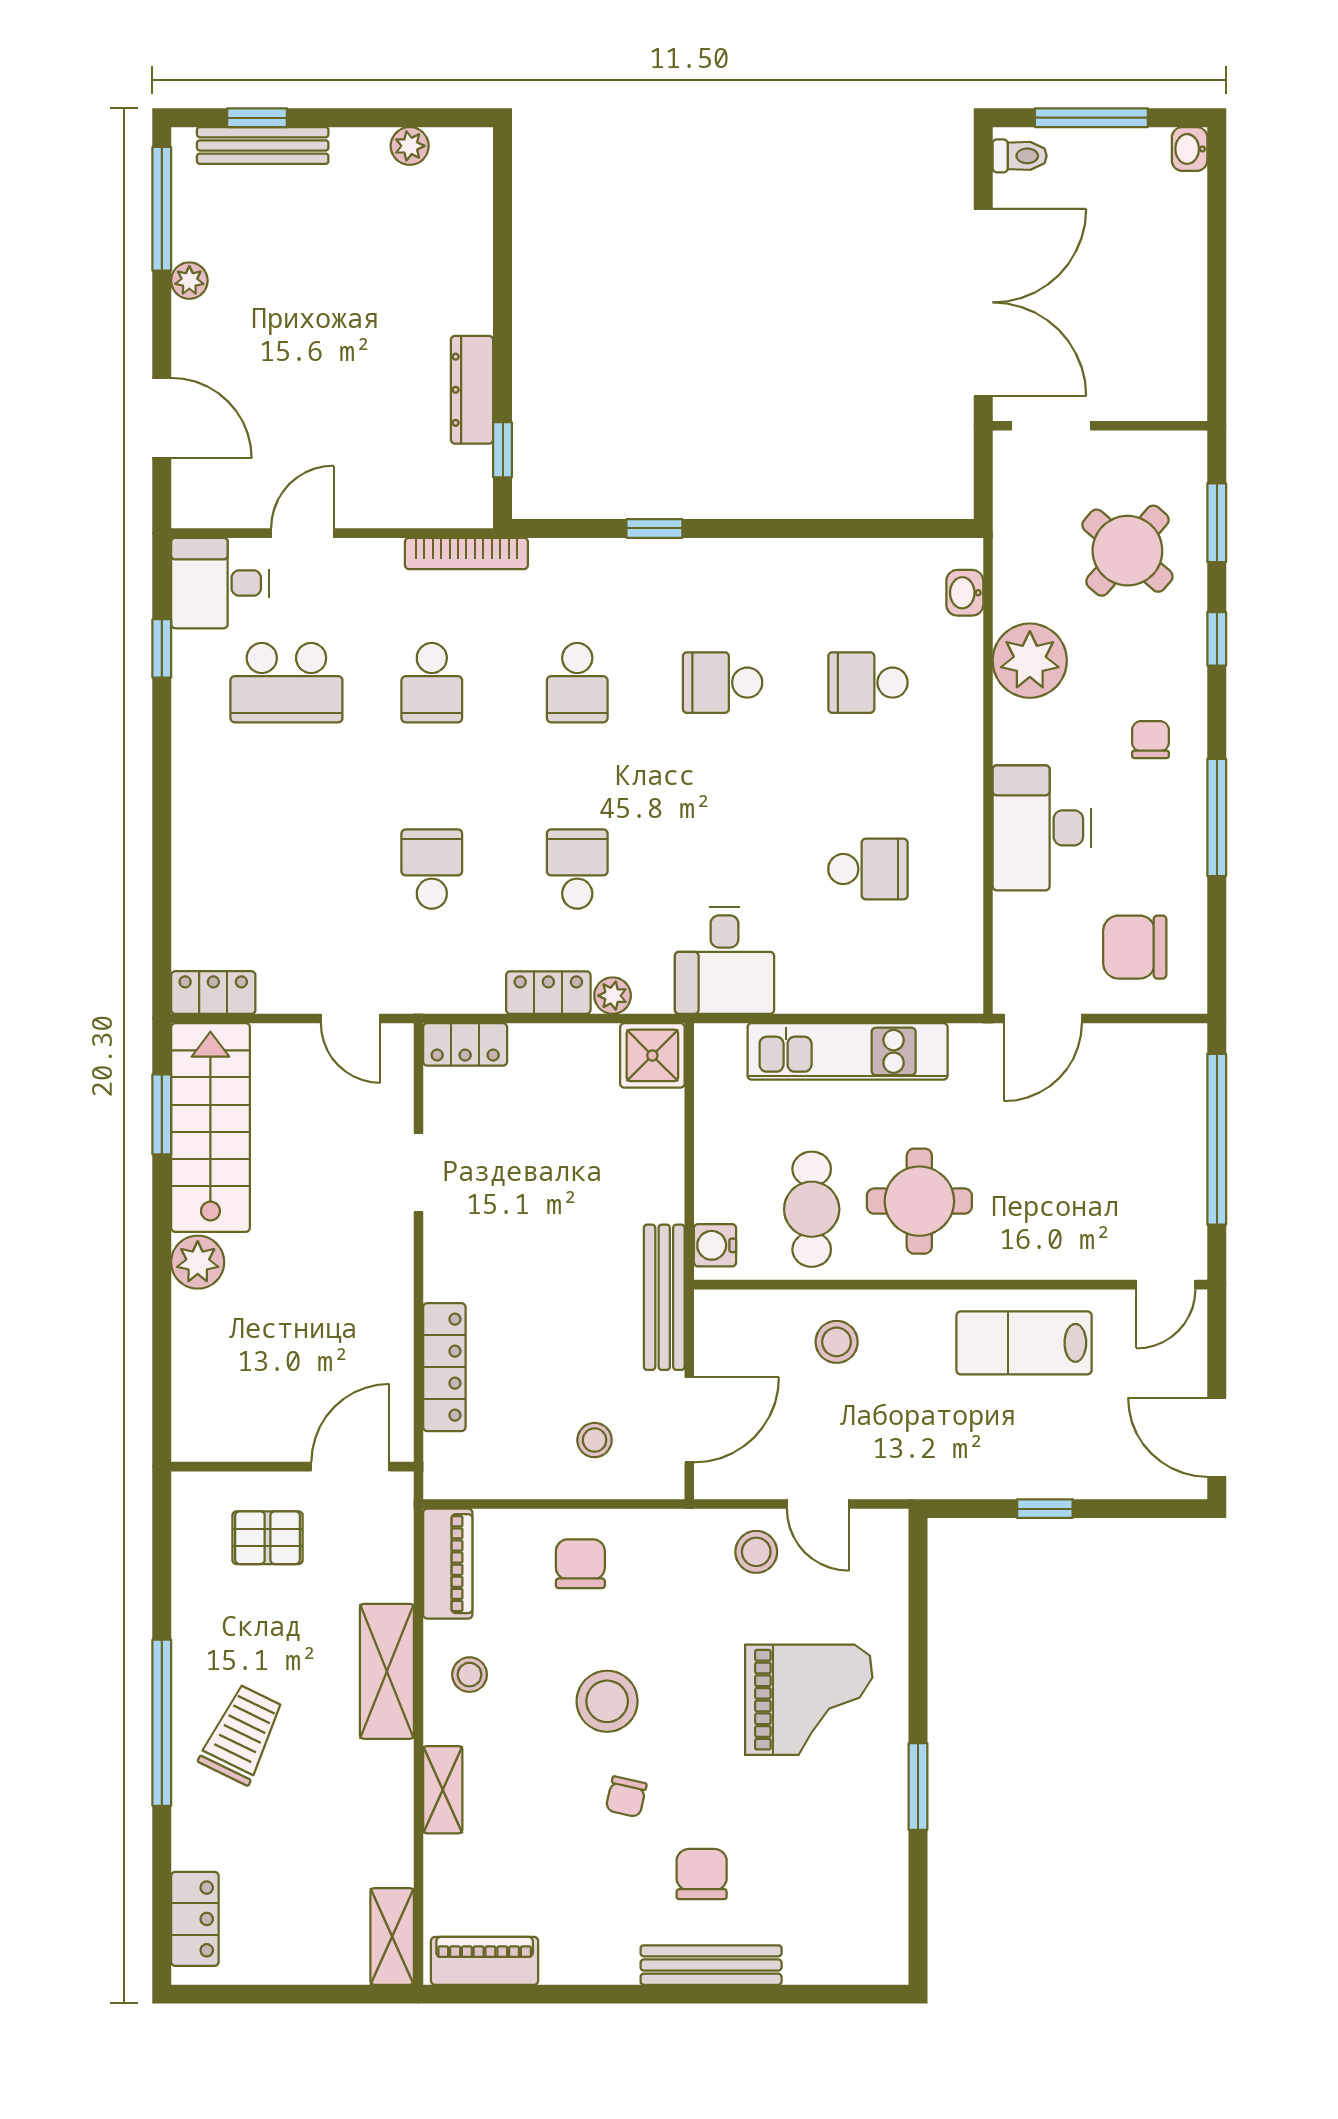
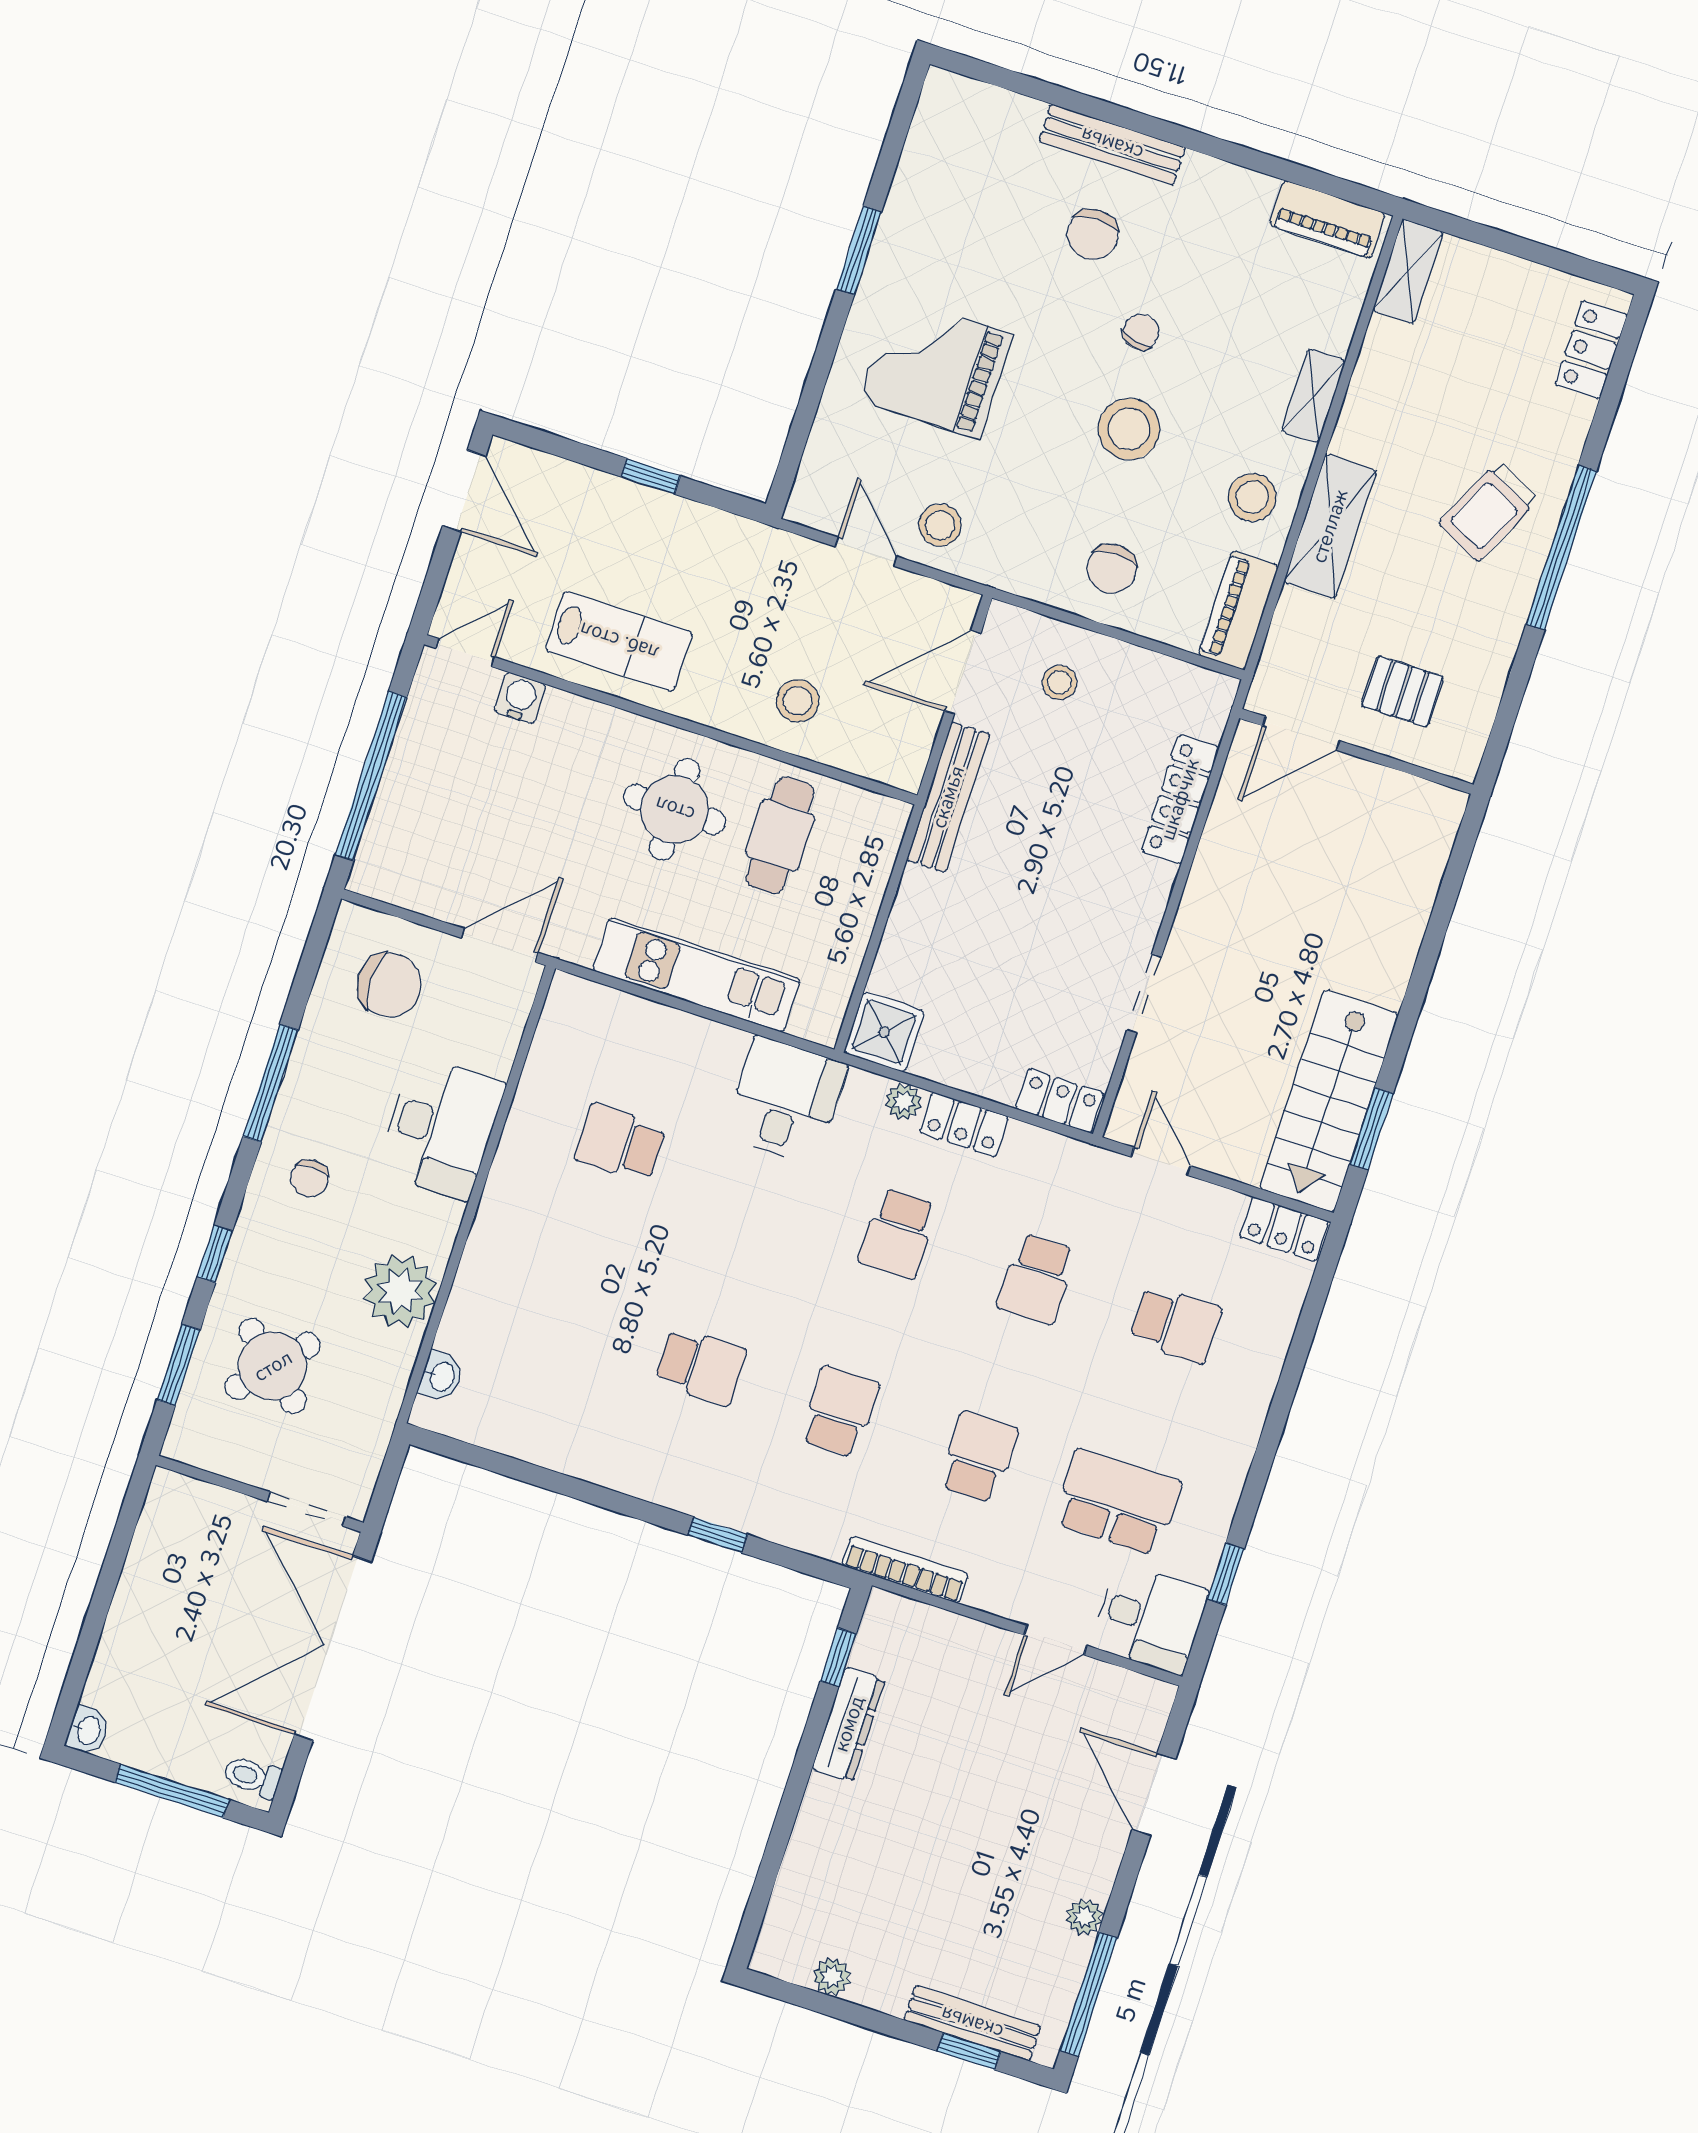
school desk: (868, 683) -> (1176, 1324), moved
water cooler: (715, 1245) -> (520, 698), moved, turned -90
plant: (198, 1262) -> (1383, 976), removed
stool: (470, 1675) -> (1252, 497), width x1.37, depth x1.37

